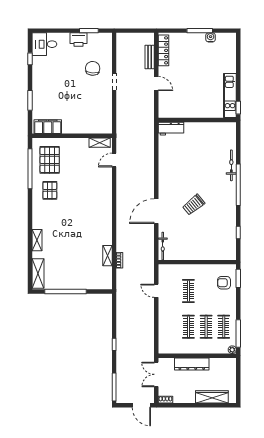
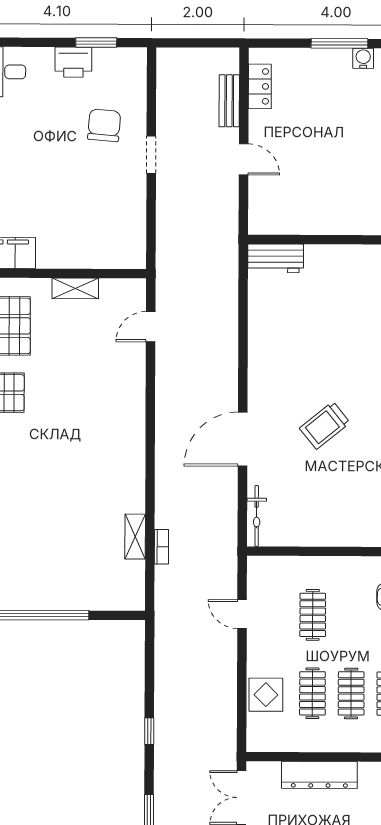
locker: (163, 50) -> (260, 86), width x0.66
shelving: (100, 143) -> (75, 288), moved
display table: (167, 328) -> (266, 695), added

